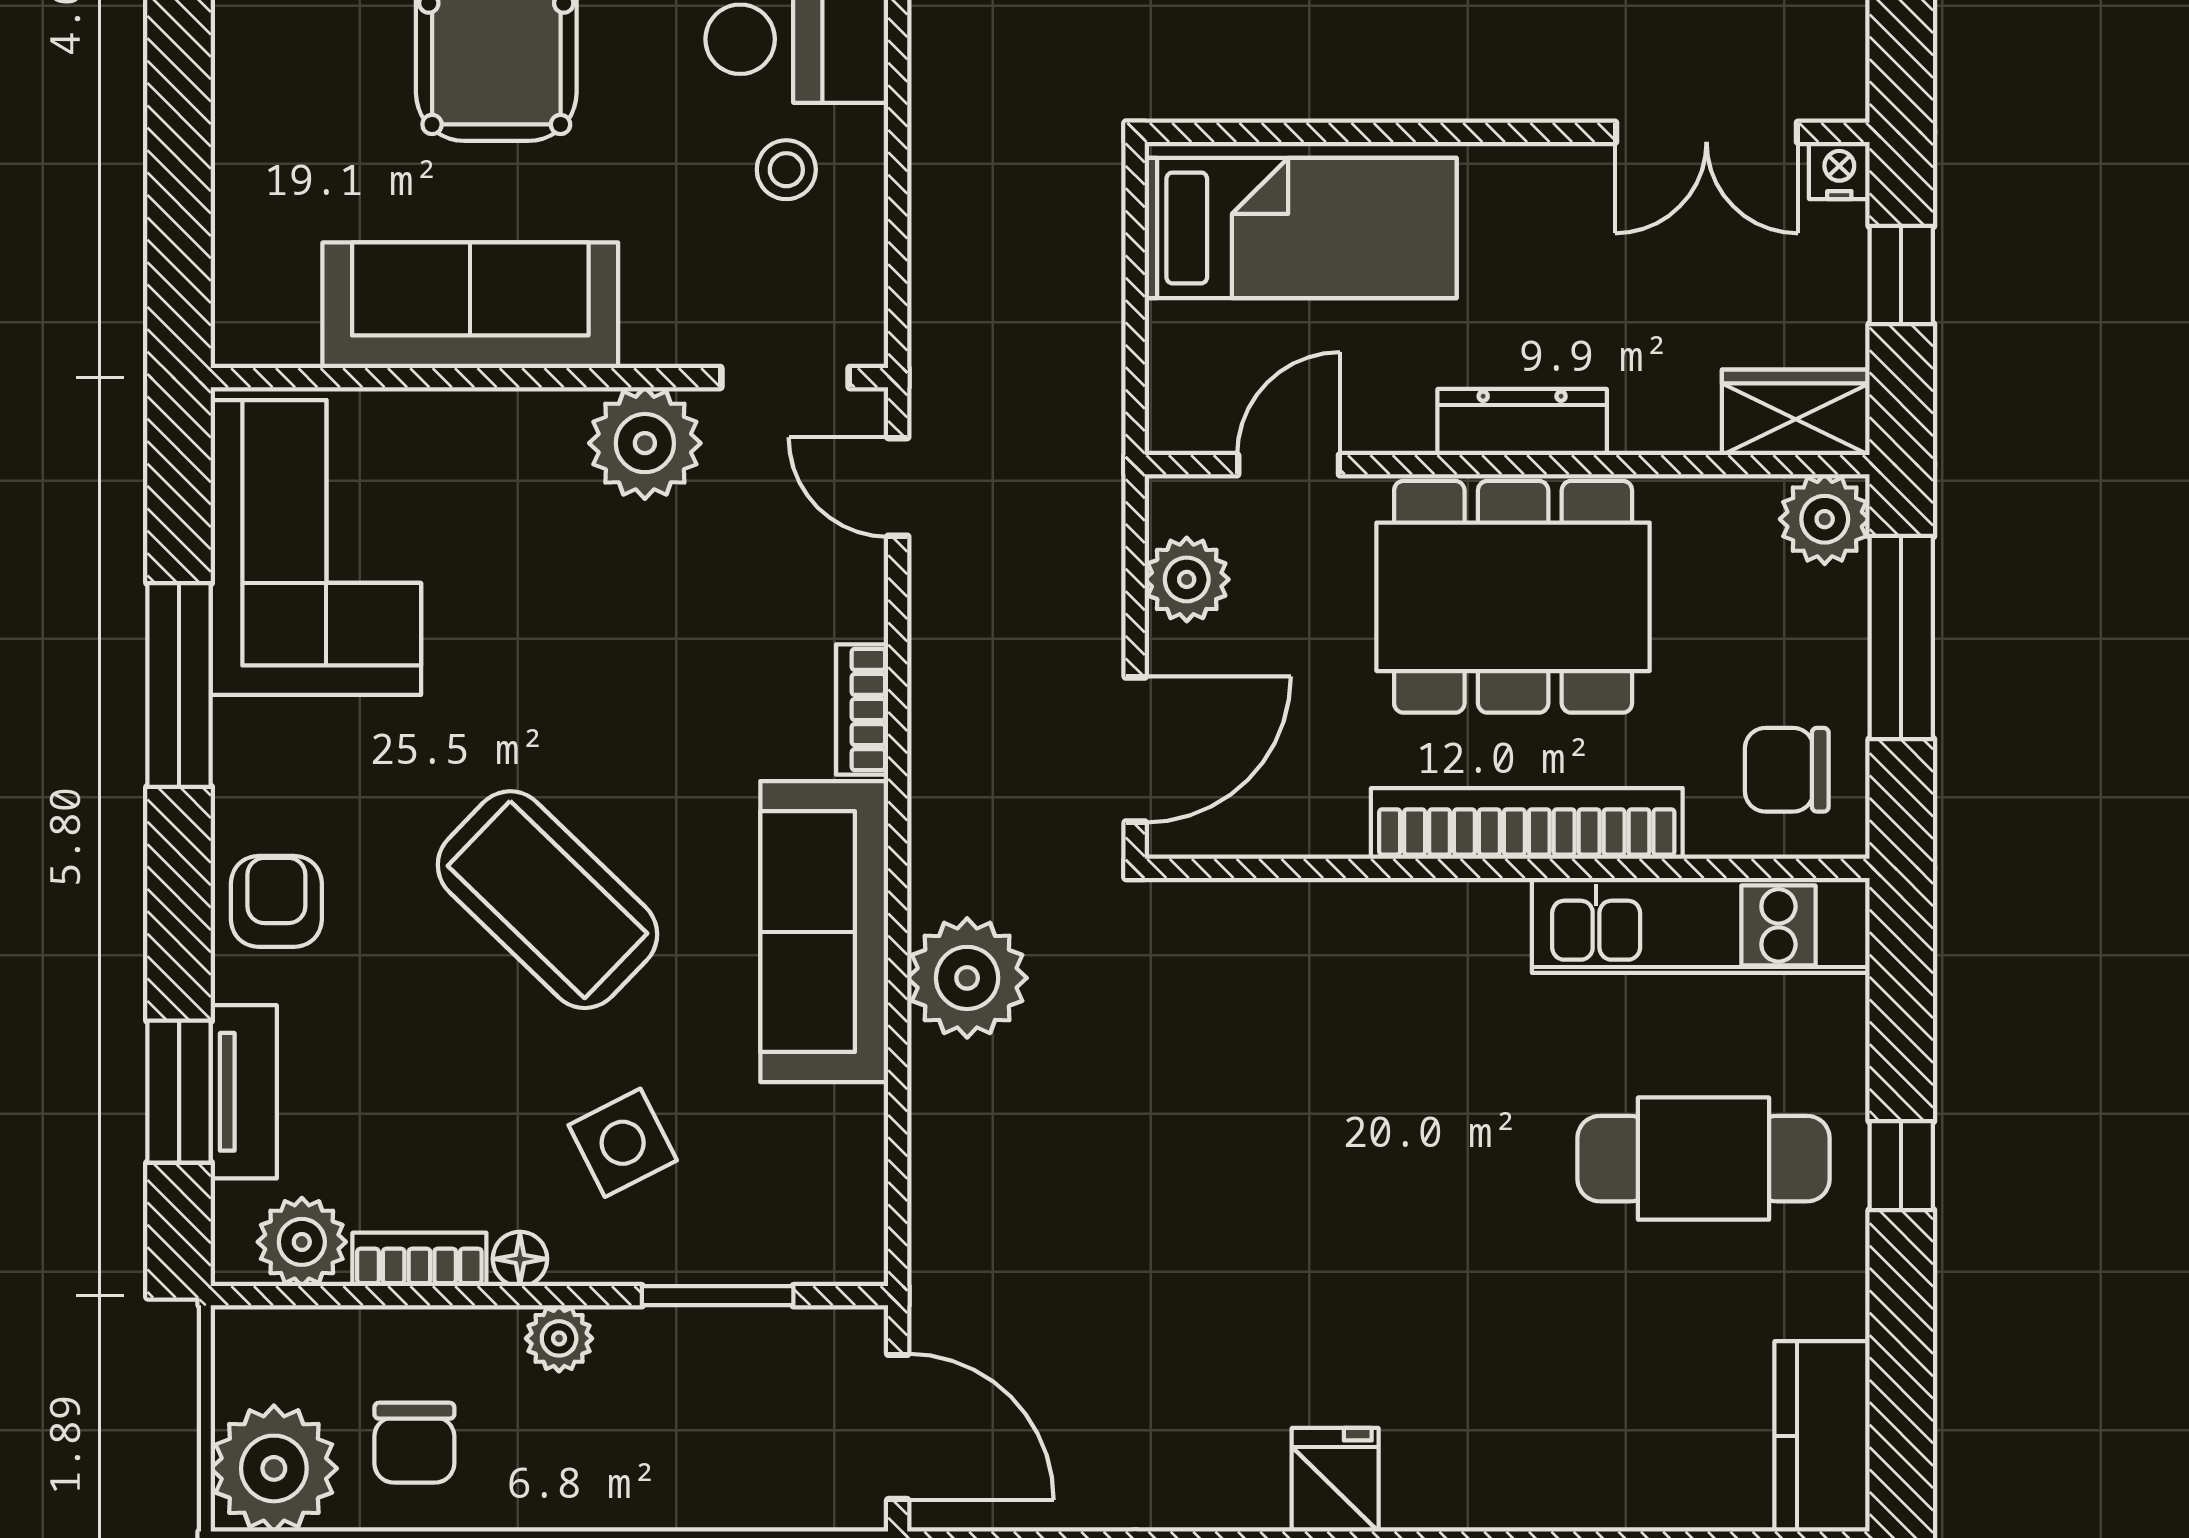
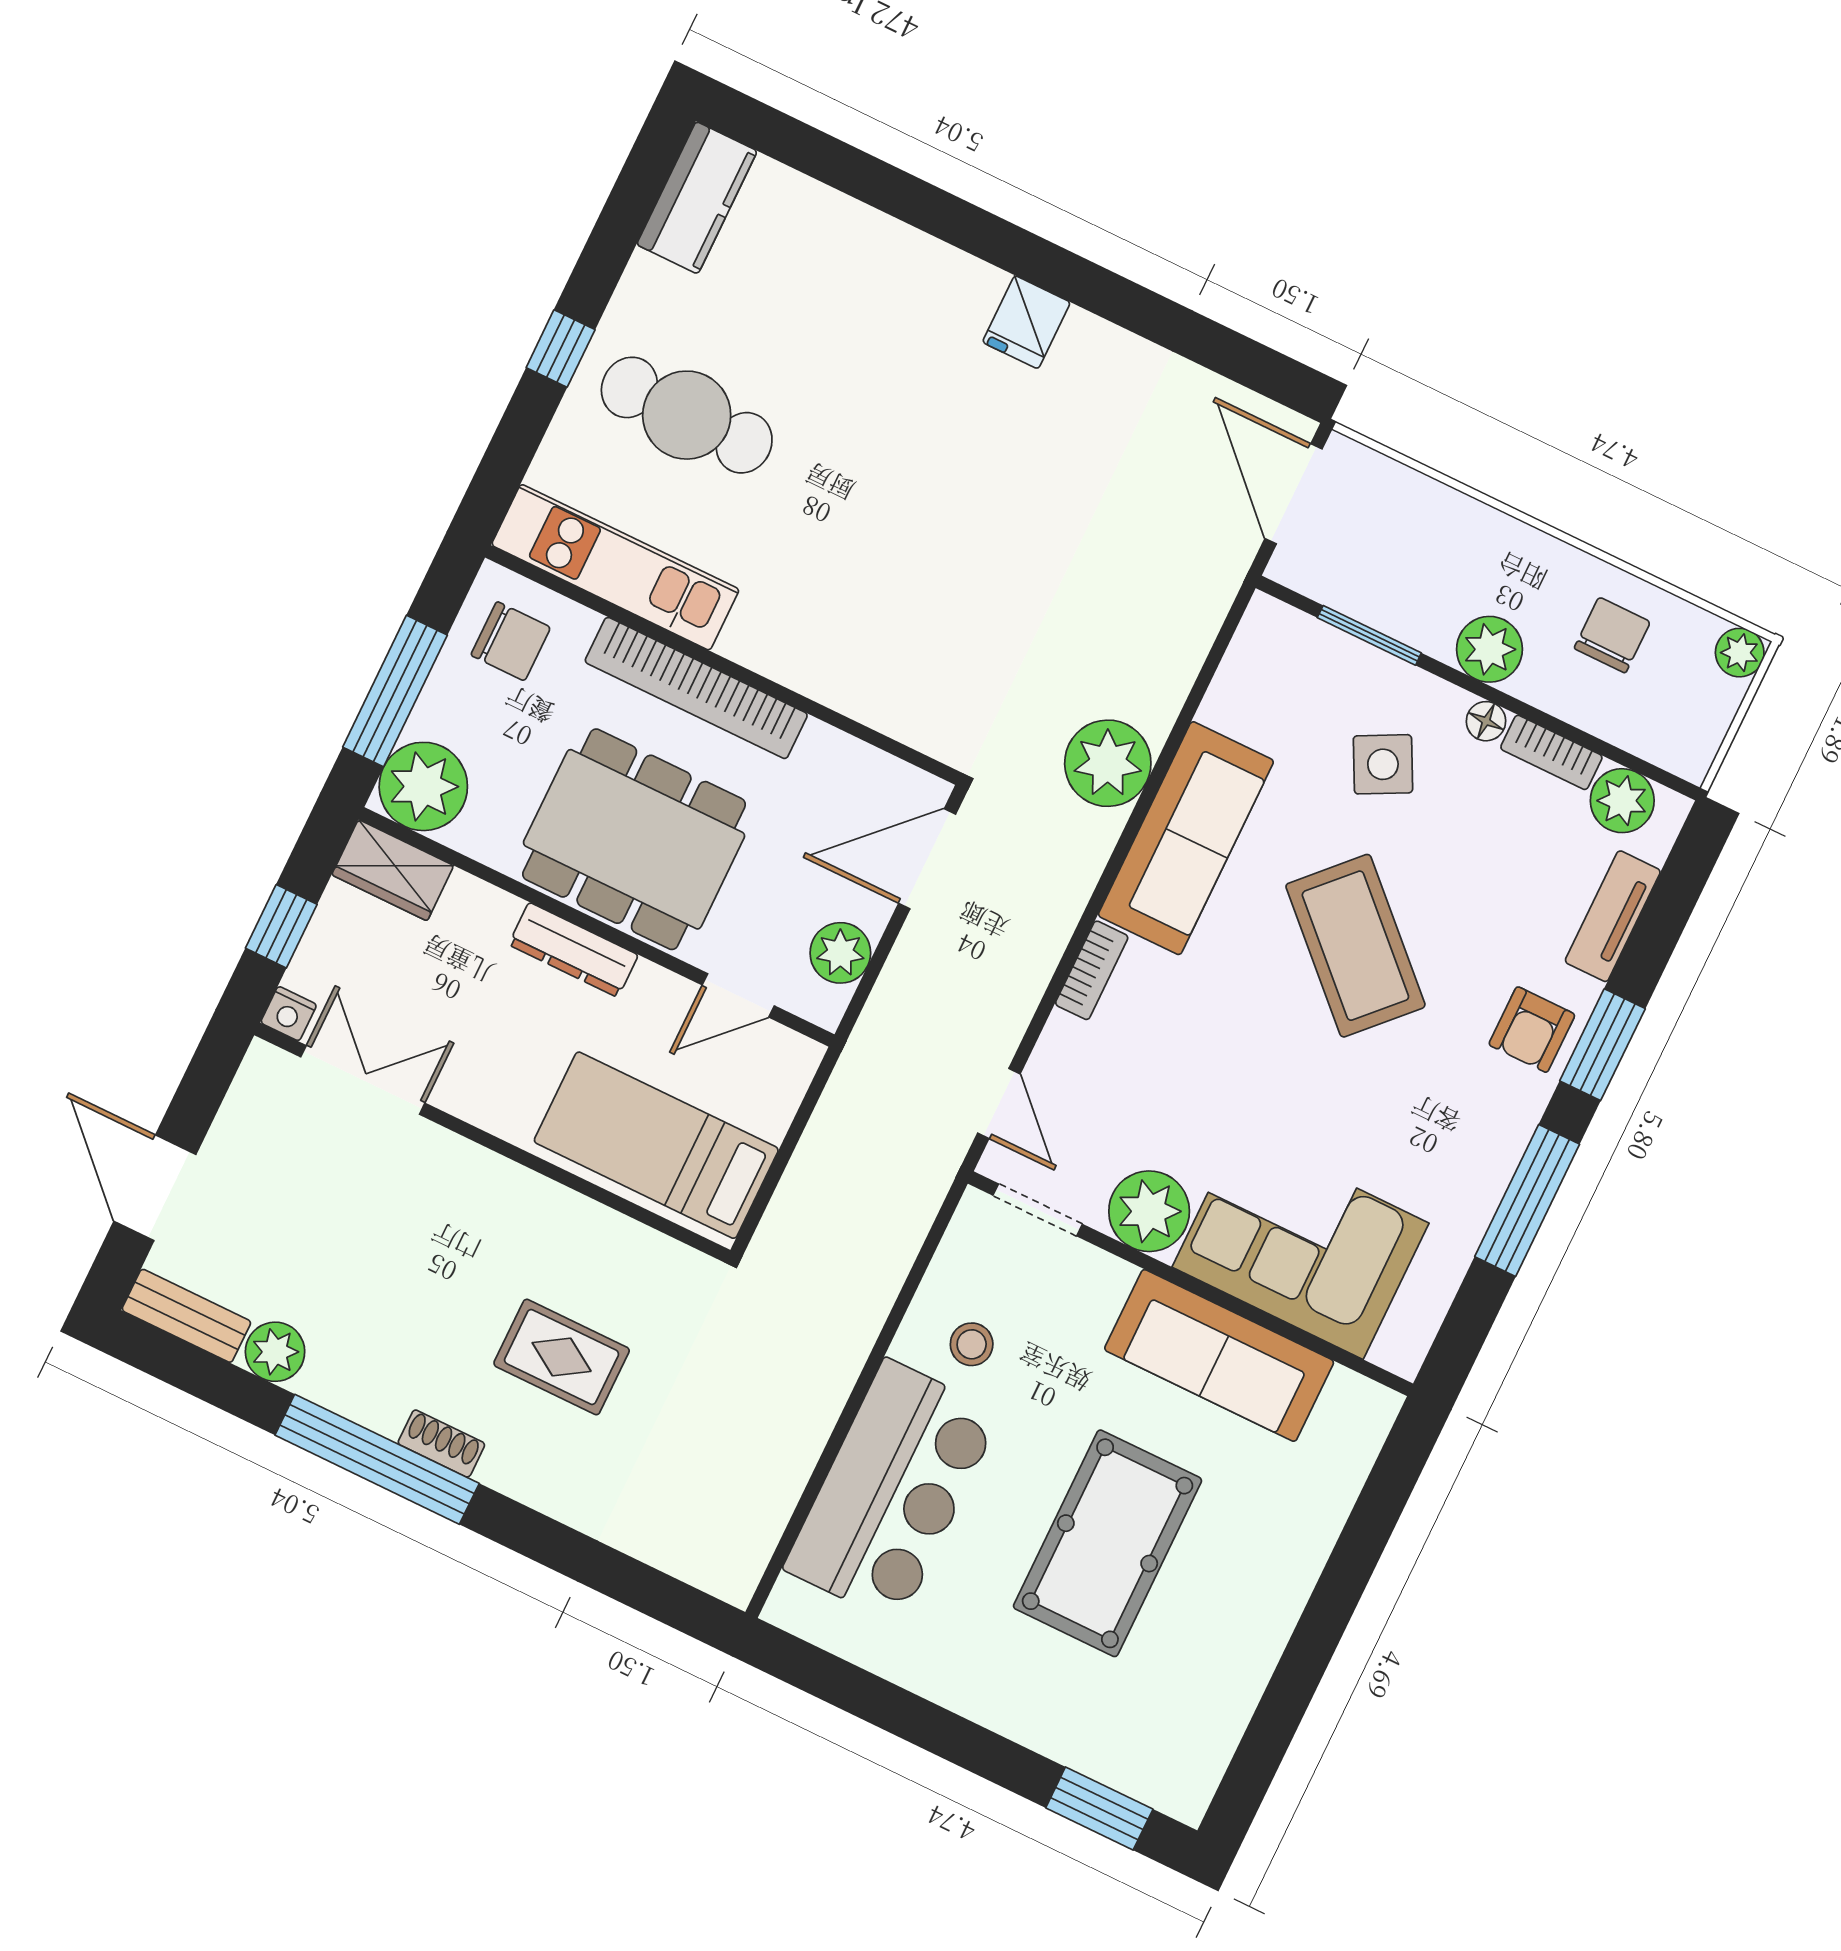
plant: (1825, 519) -> (423, 786), width x1.36, depth x1.36
corner sofa: (316, 548) -> (1301, 1245), moved, turned 90
window: (179, 1092) -> (1602, 1045), moved
plant: (559, 1338) -> (1489, 649), width x1.38, depth x1.38
plant: (274, 1468) -> (1740, 653), width x0.53, depth x0.53

